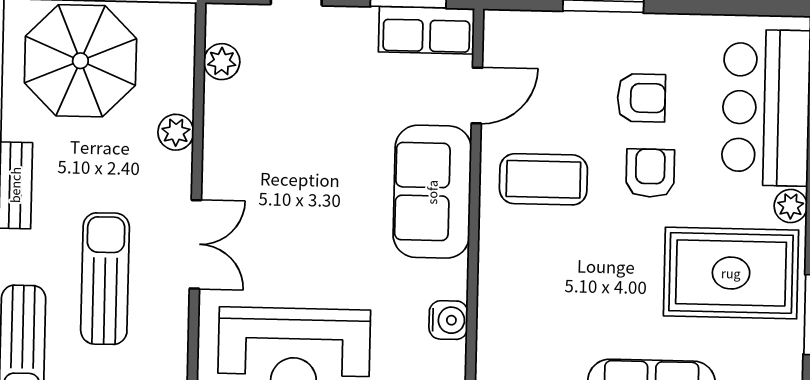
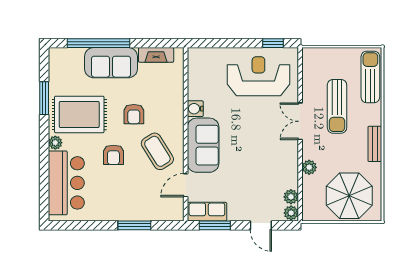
plant: (222, 23) -> (291, 213), added
armchair: (641, 98) -> (134, 114), moved, turned -90
coffee table: (543, 179) -> (157, 151), turned 58
water cooler: (448, 320) -> (195, 109), moved

